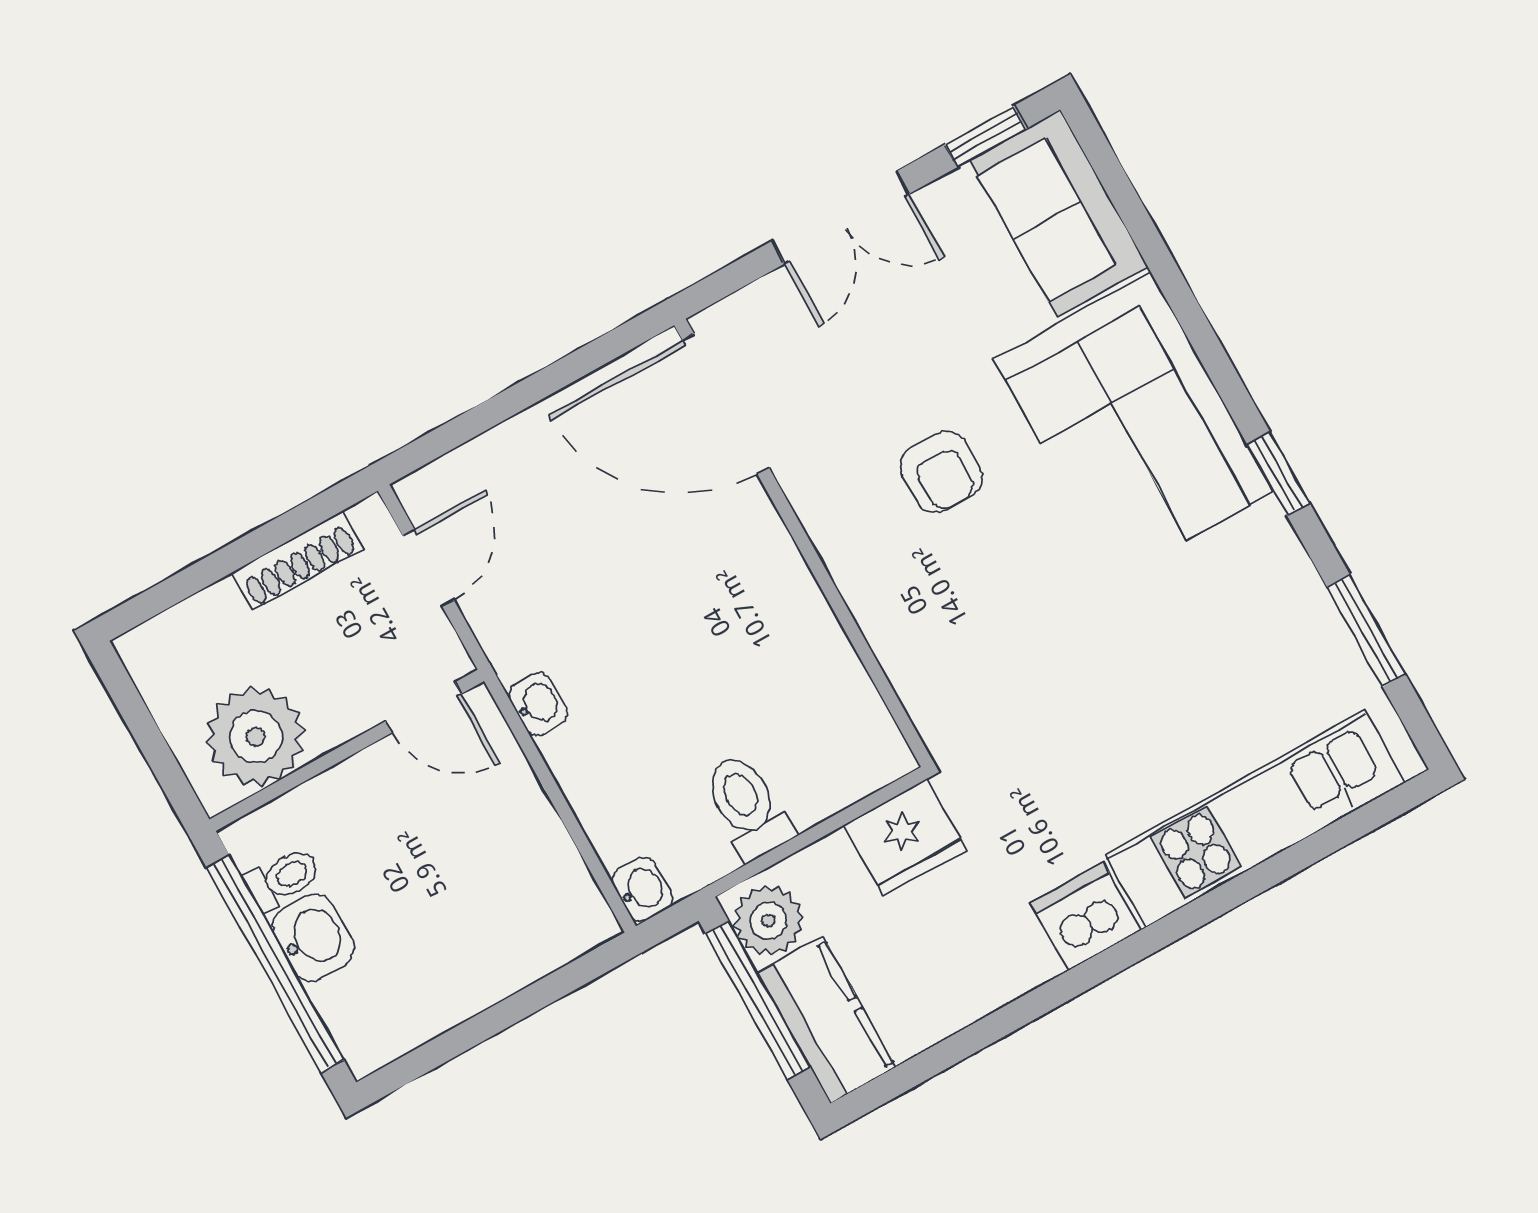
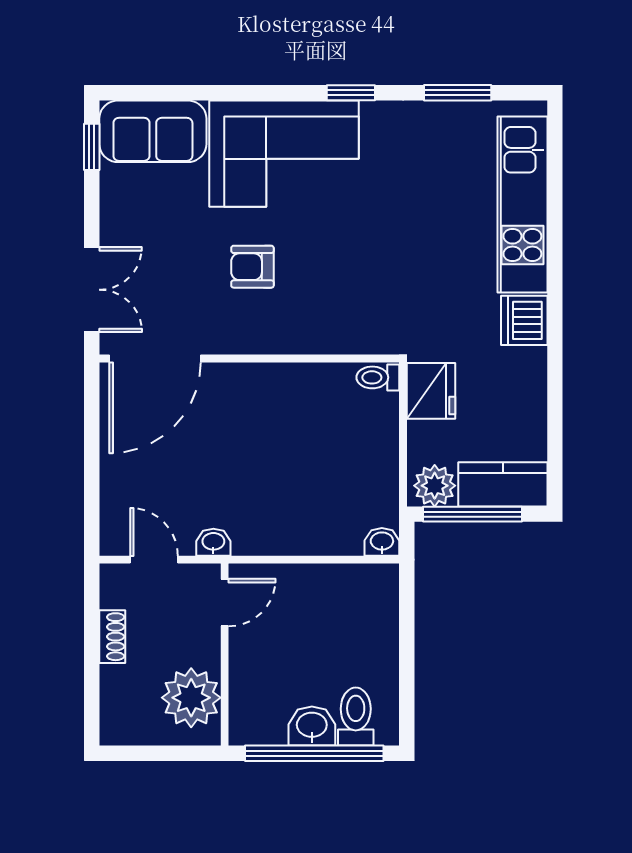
double door: (841, 217) -> (92, 290), moved
armchair: (941, 472) -> (252, 267), turned 180
shoe rack: (297, 561) -> (112, 637), width x0.70
washbasin: (538, 704) -> (213, 542), moved
toilet: (747, 807) -> (378, 377), moved, width x0.73, depth x0.72
toilet: (283, 879) -> (356, 717), moved, width x1.37, depth x1.39

